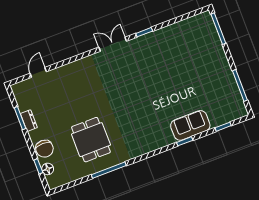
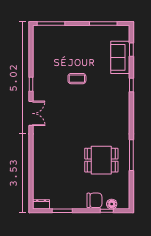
double door: (113, 44) -> (31, 113), swing flipped
door: (38, 72) -> (31, 182), removed
coffee table: (169, 80) -> (77, 79), added
dresser: (29, 121) -> (41, 204), moved
sofa: (190, 125) -> (120, 57), moved

